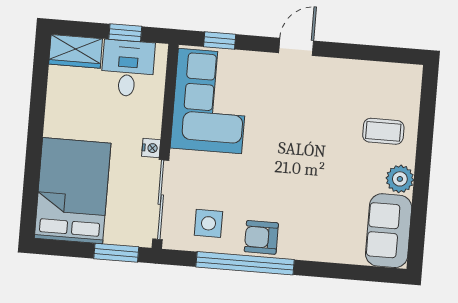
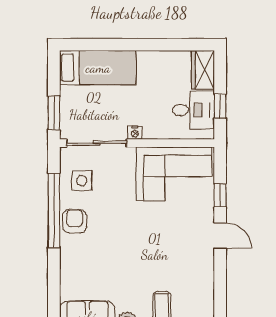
window: (220, 41) -> (220, 195), moved
bed: (73, 191) -> (98, 68), width x0.67

